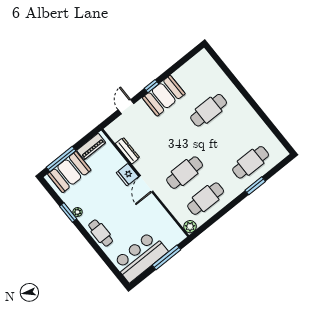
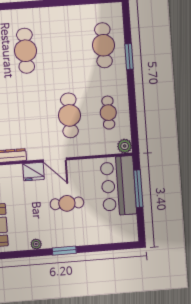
cafe table: (206, 199) -> (108, 113), width x0.73, depth x0.74
window: (68, 213) -> (64, 251), moved
cafe table: (101, 233) -> (67, 203), moved
bar counter: (140, 257) -> (118, 186), moved

